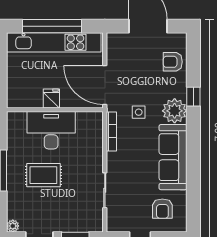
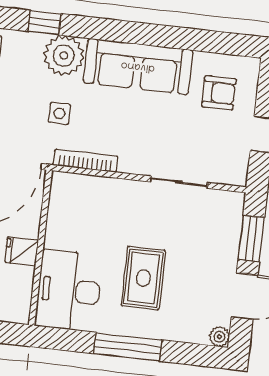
desk: (51, 130) -> (69, 291), moved

